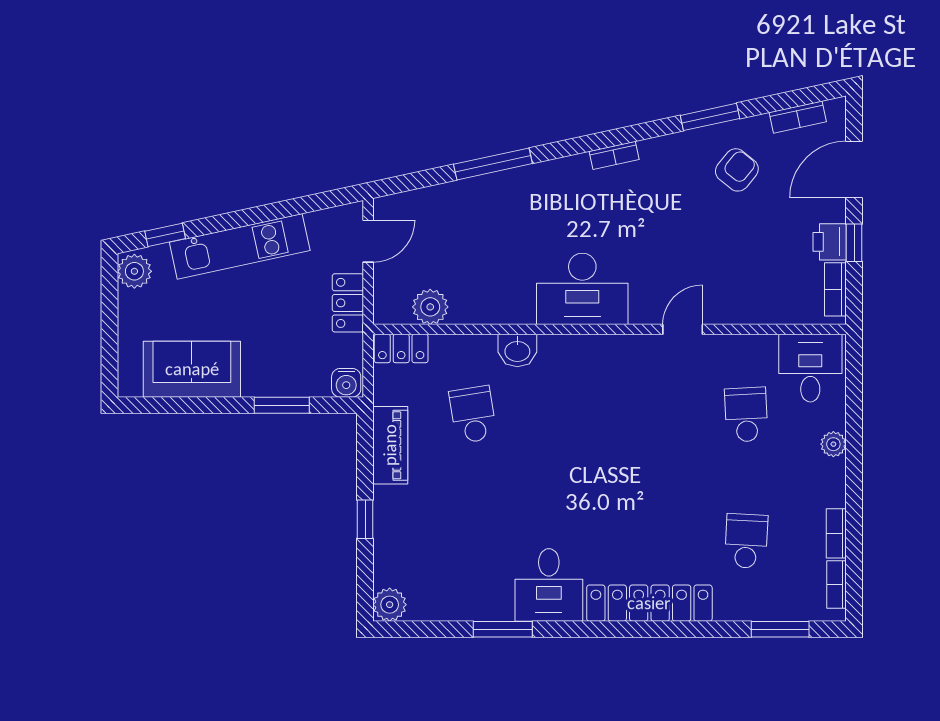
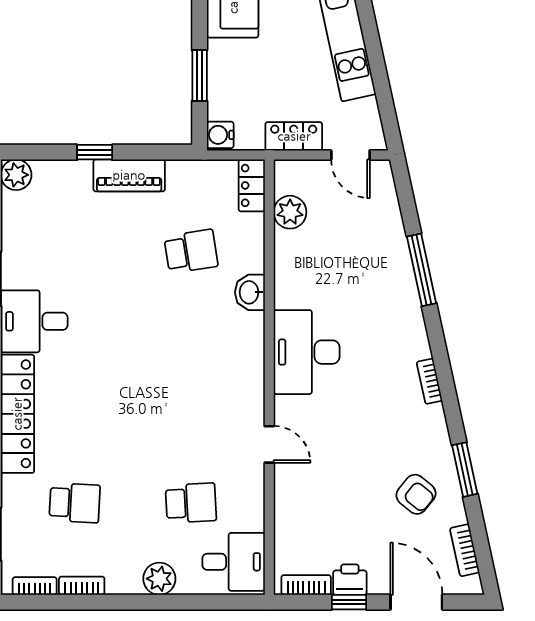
plant: (833, 444) -> (159, 579), width x1.38, depth x1.38
piano: (390, 445) -> (129, 175), moved

